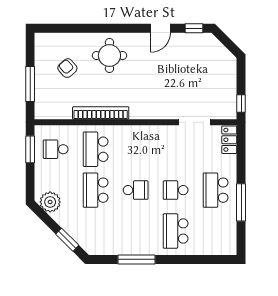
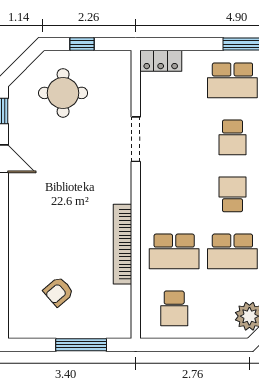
round table: (109, 56) -> (63, 93), moved
window: (241, 103) -> (82, 44), moved
doorway: (195, 122) -> (136, 139), moved
window: (30, 149) -> (174, 345), removed

